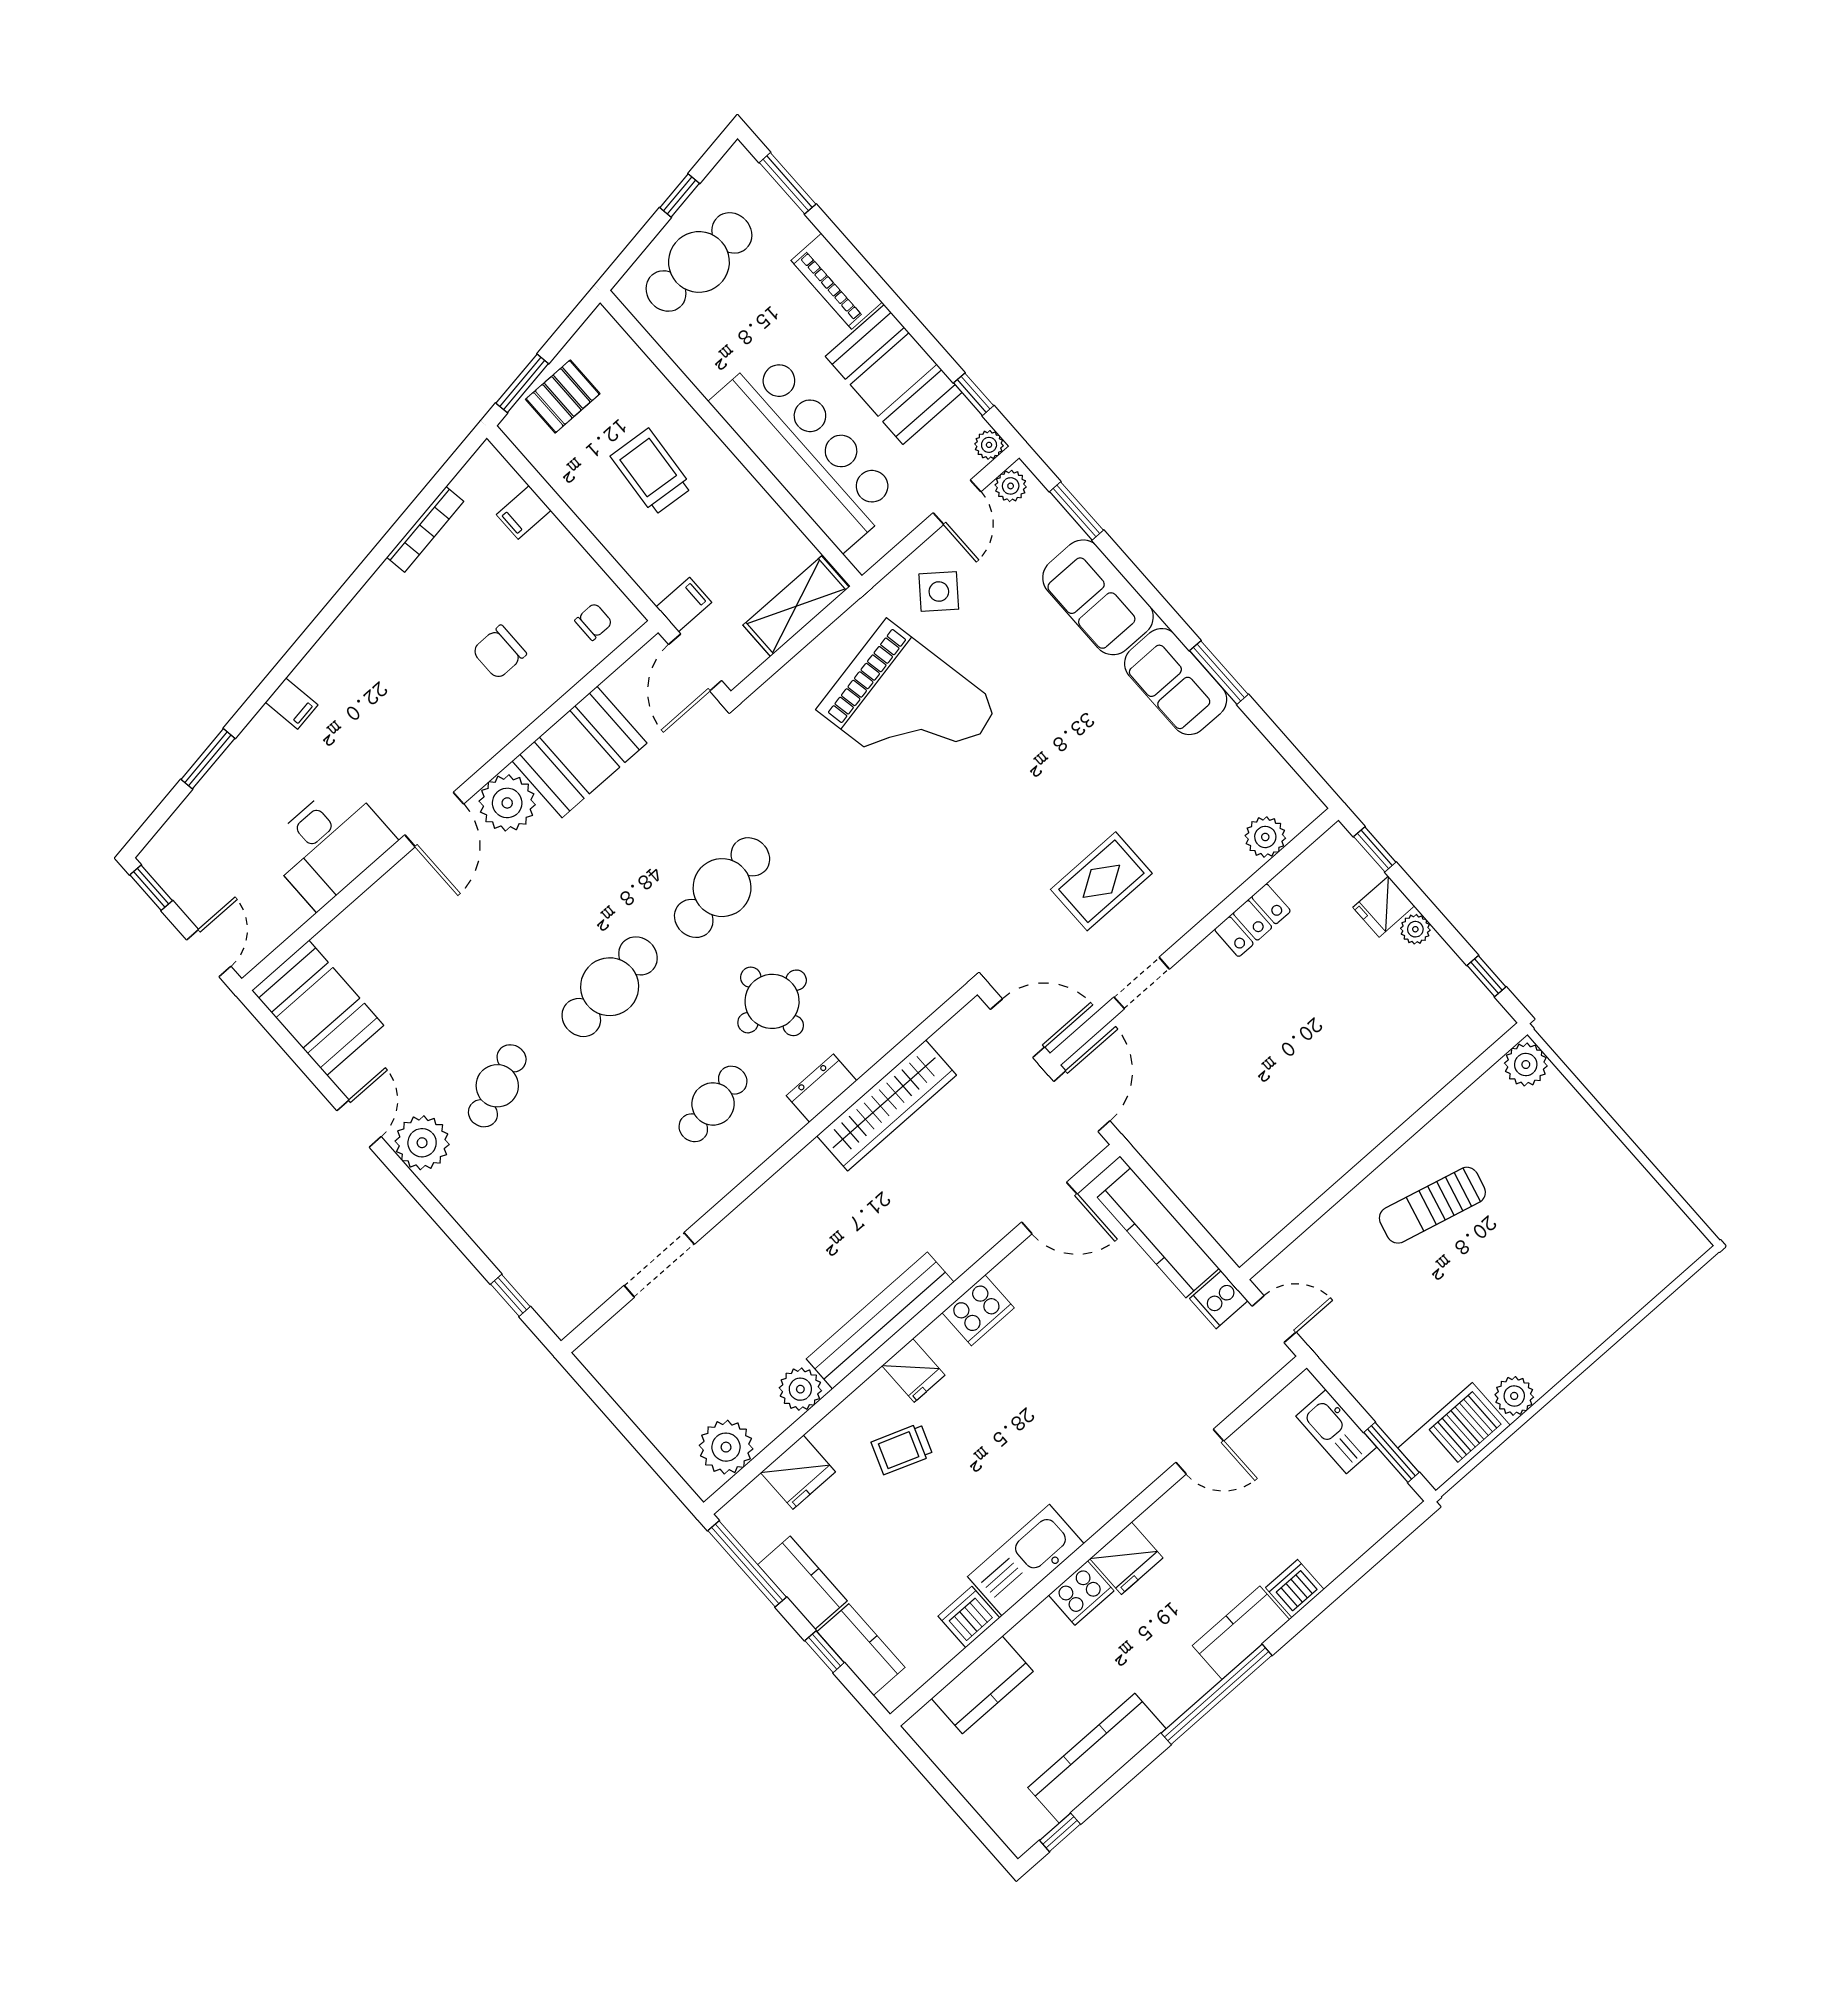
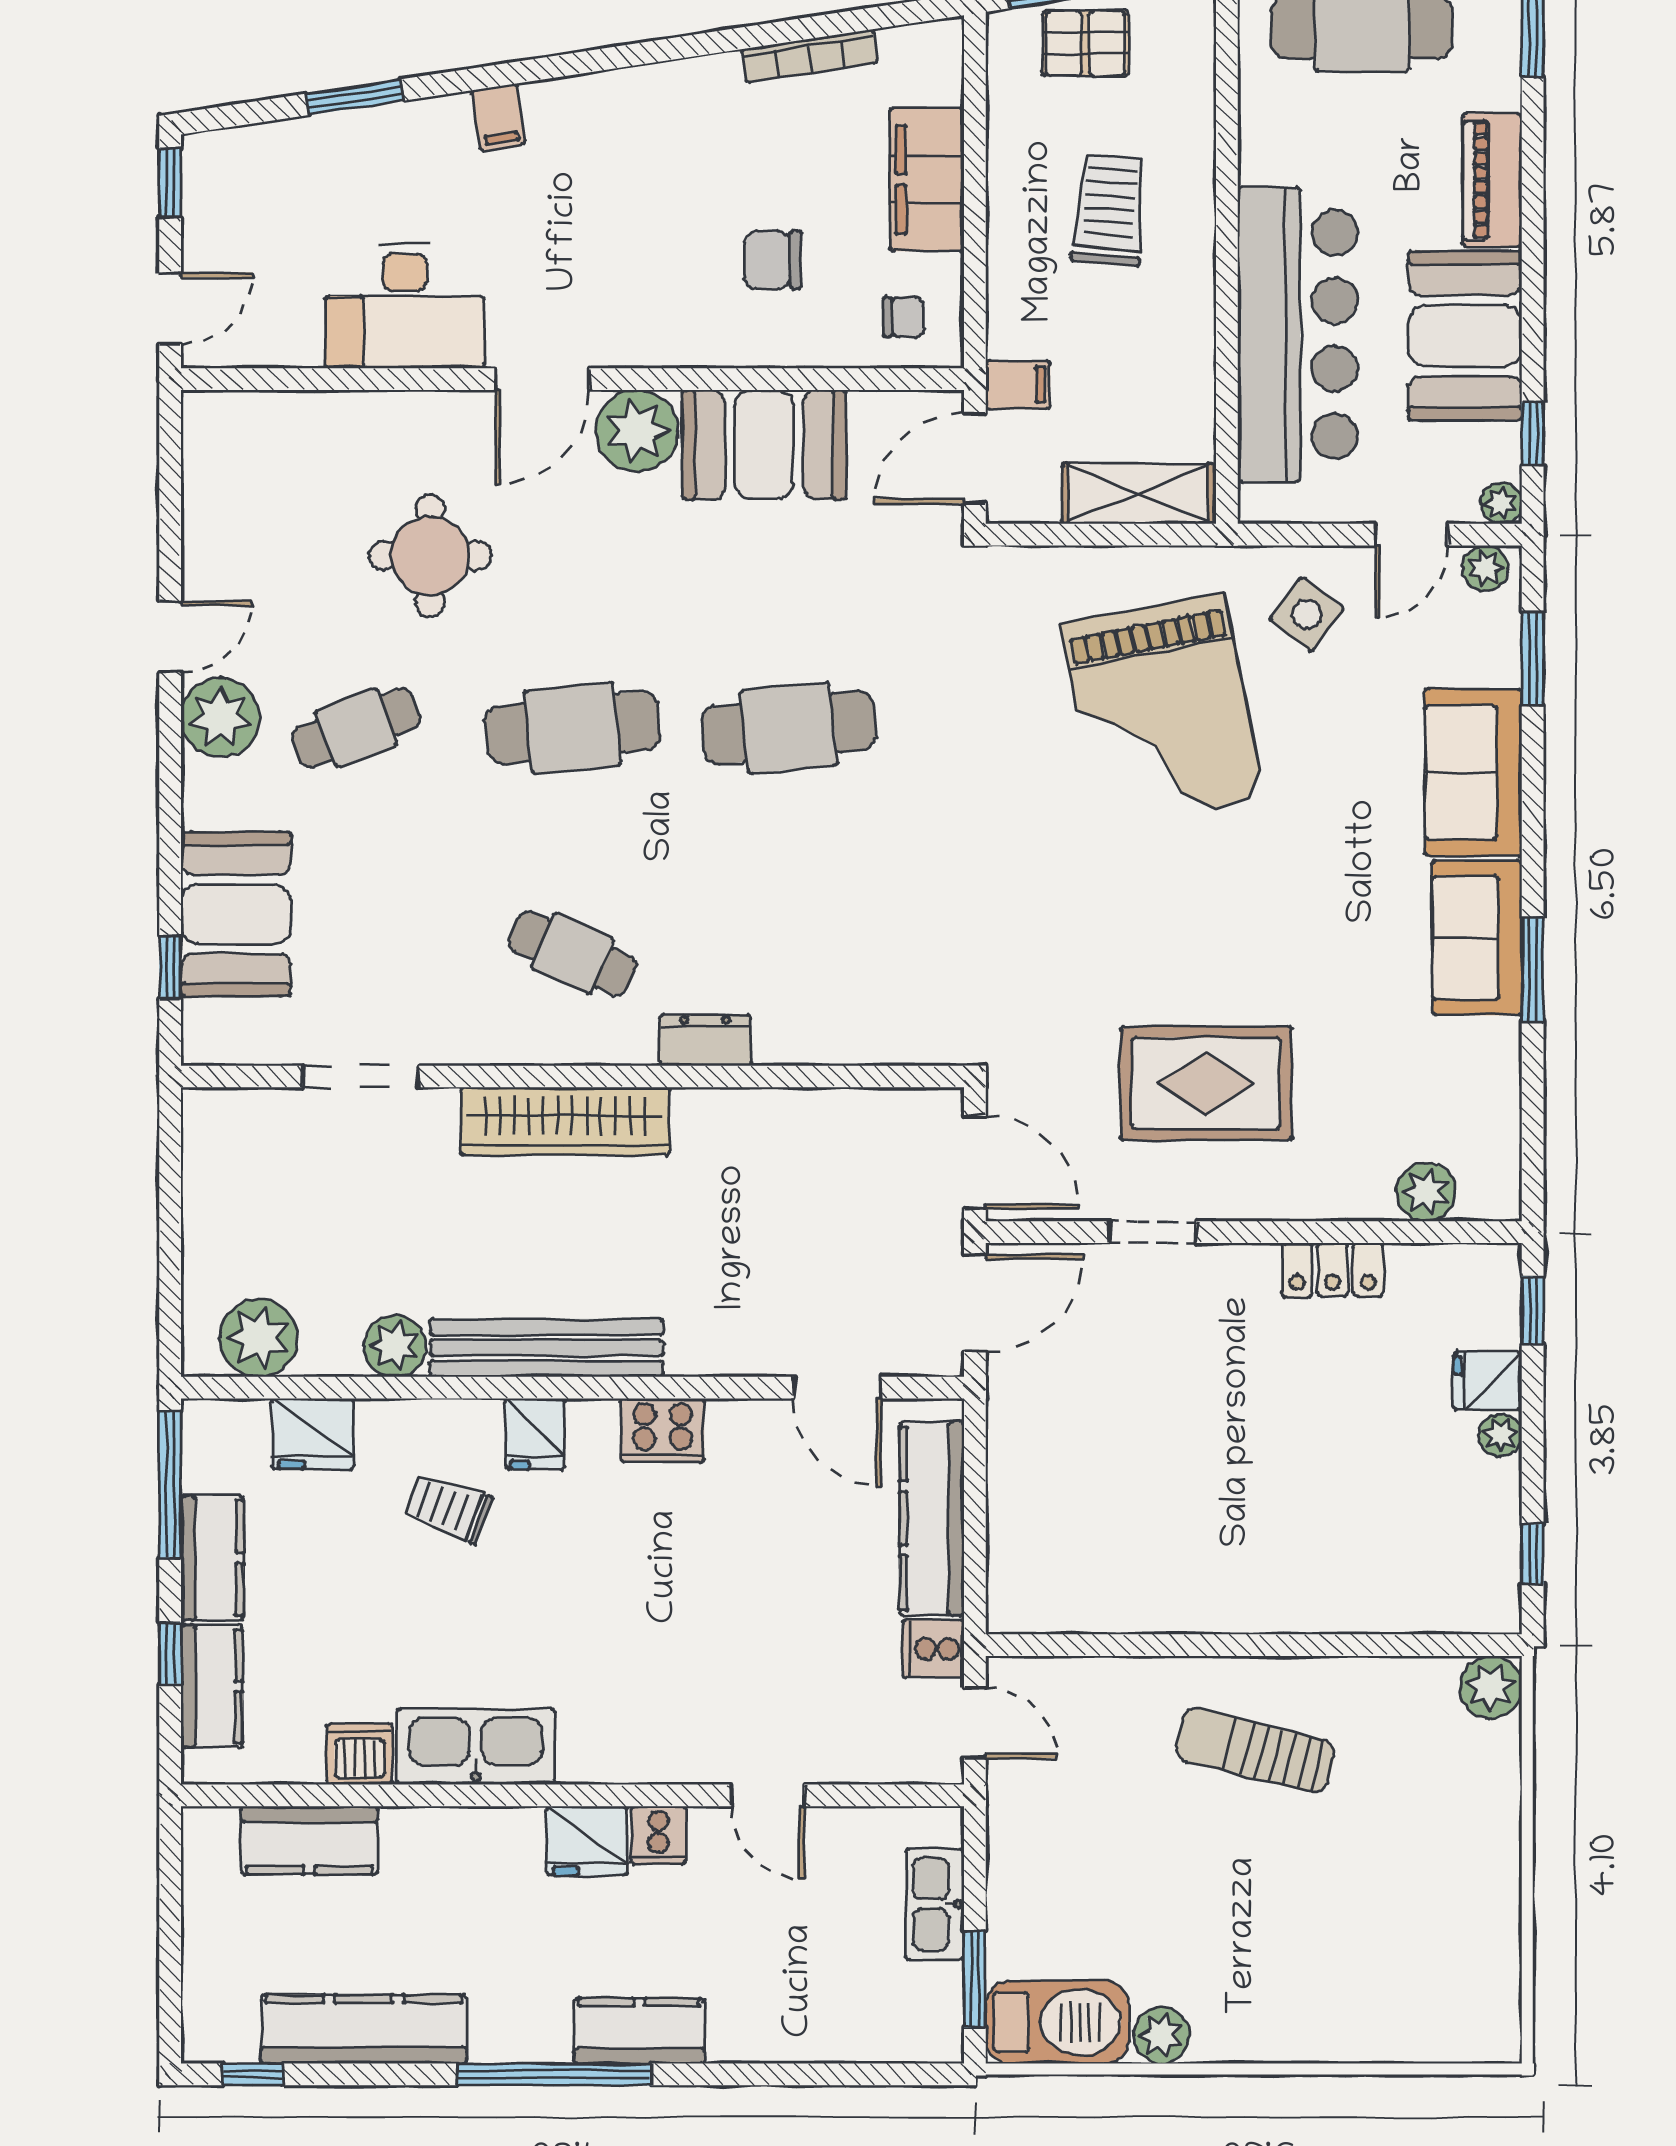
filing cabinet: (524, 512) -> (927, 180), width x3.00, depth x1.17
rug: (1101, 881) -> (1206, 1083), width x1.36, depth x1.43
round table: (772, 1001) -> (430, 556), moved
booth: (318, 1008) -> (236, 914), moved
cafe table: (713, 1104) -> (572, 954), turned 33
wardrobe: (887, 1106) -> (565, 1121), moved
dishwasher: (1295, 1589) -> (740, 2035), removed
cooker: (1081, 1593) -> (658, 1835), moved, width x0.73

